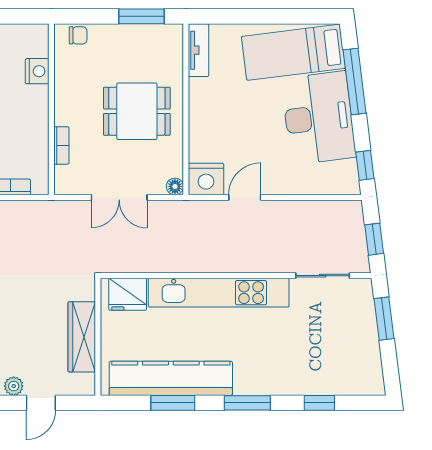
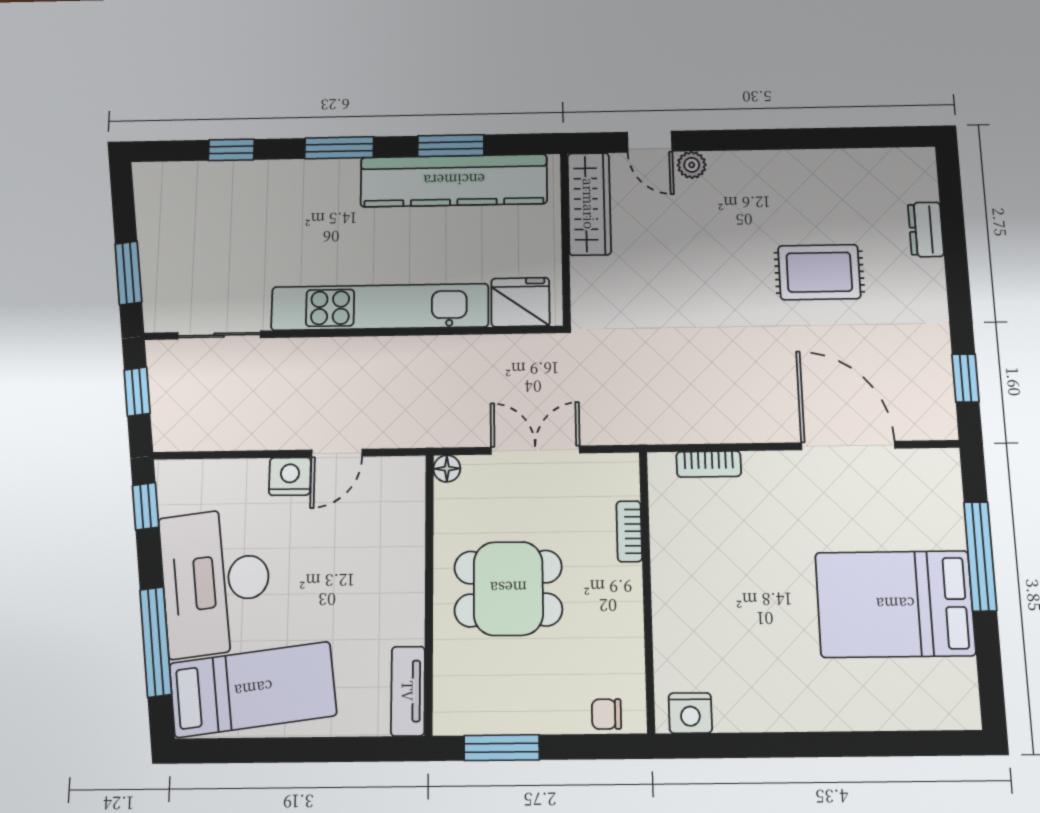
nightstand: (37, 71) -> (690, 713), moved, turned -90
nightstand: (206, 179) -> (290, 476), moved, width x0.74, depth x0.75
wardrobe: (82, 337) -> (589, 204), moved
door: (41, 403) -> (650, 142), swing flipped

